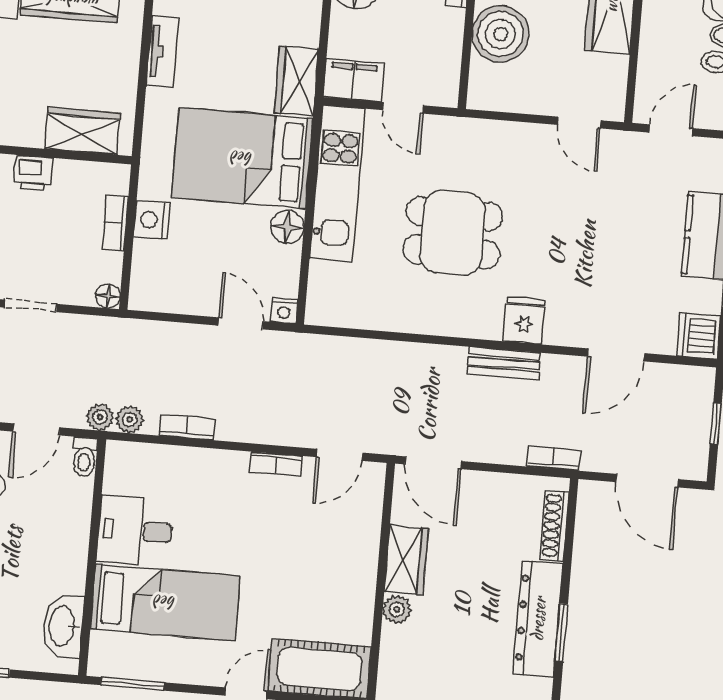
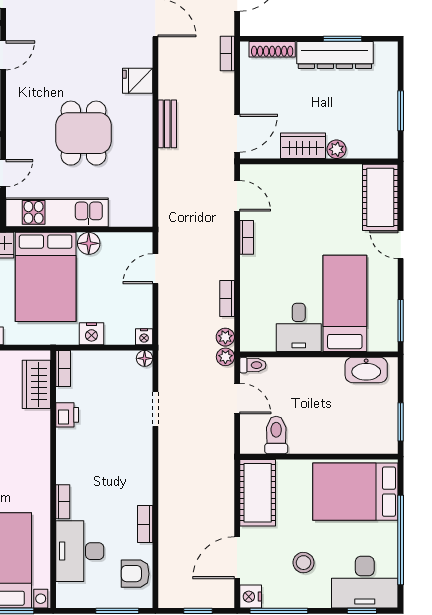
bookcase: (115, 223) -> (63, 368), moved, turned -90
nightstand: (284, 311) -> (144, 337), moved, turned 90
bench: (504, 363) -> (167, 124), moved

